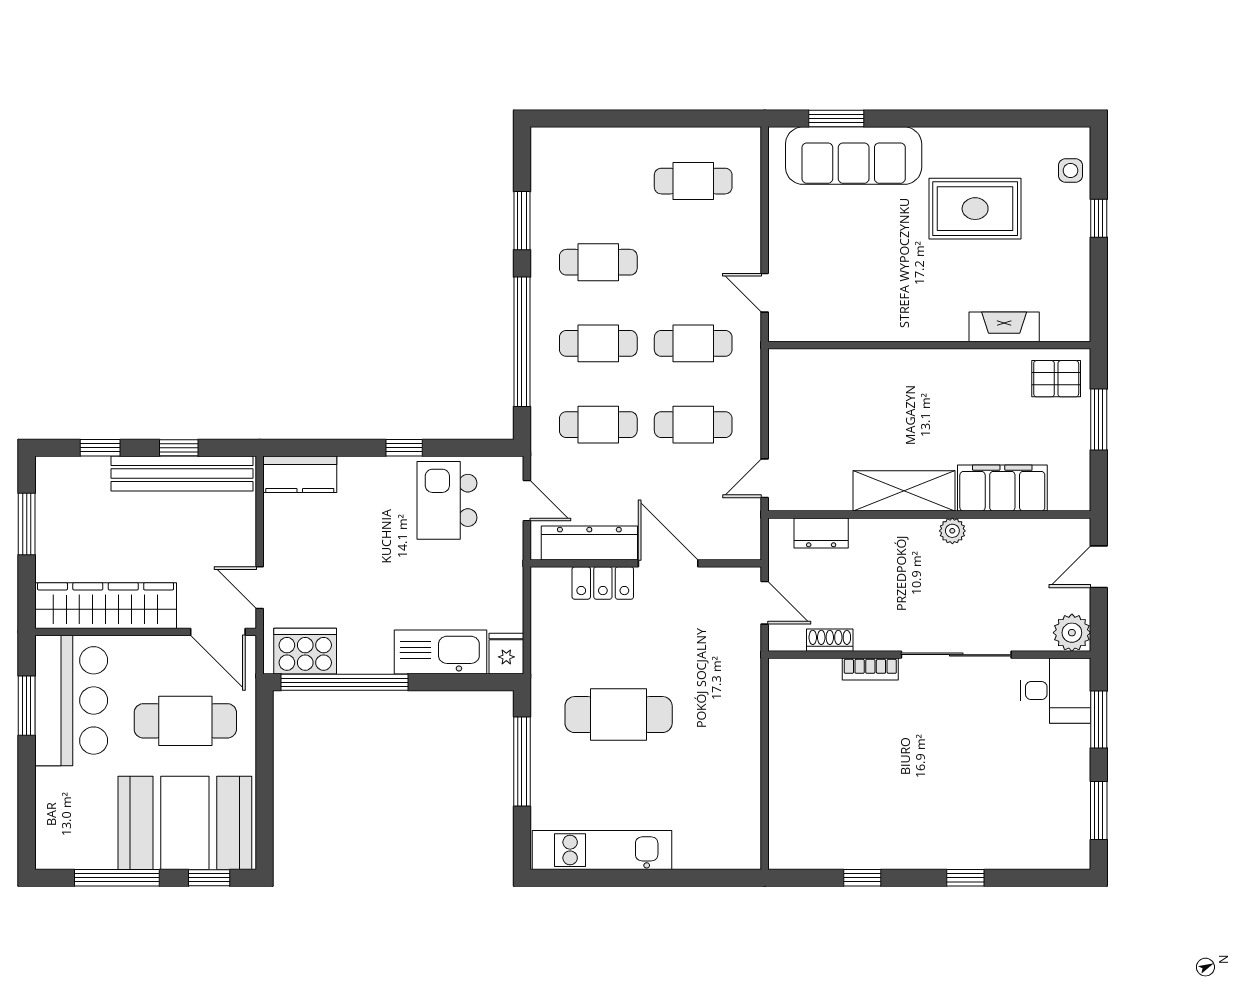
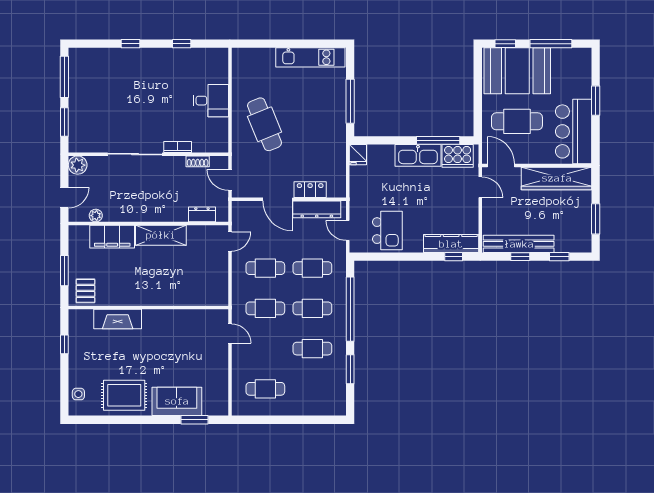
sofa: (854, 156) -> (177, 401), width x0.73
rug: (975, 209) -> (124, 395), moved
window: (1099, 218) -> (64, 344), moved
fireplace: (1004, 327) -> (118, 319), width x1.37, depth x1.32
pallet: (1056, 379) -> (85, 291), turned 90
window: (404, 448) -> (454, 257), moved
kitchen counter: (300, 474) -> (451, 244), width x1.50
plant: (952, 531) -> (96, 216), moved
kitchen sink: (440, 652) -> (418, 155), moved
window: (344, 682) -> (438, 140), width x0.68
desk: (1055, 691) -> (211, 101), moved, turned 180
window: (27, 706) -> (596, 101), moved
cafe table: (619, 715) -> (265, 124), moved, turned 68
window: (1099, 810) -> (64, 77), width x1.44

